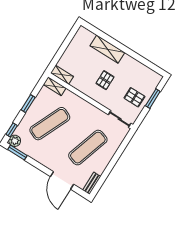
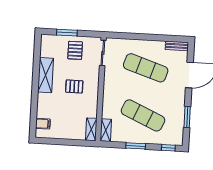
filing cabinet: (89, 37) -> (43, 124), added
shelving: (107, 49) -> (46, 75), moved
plant: (15, 141) -> (177, 139), removed
window: (17, 152) -> (187, 117), moved

